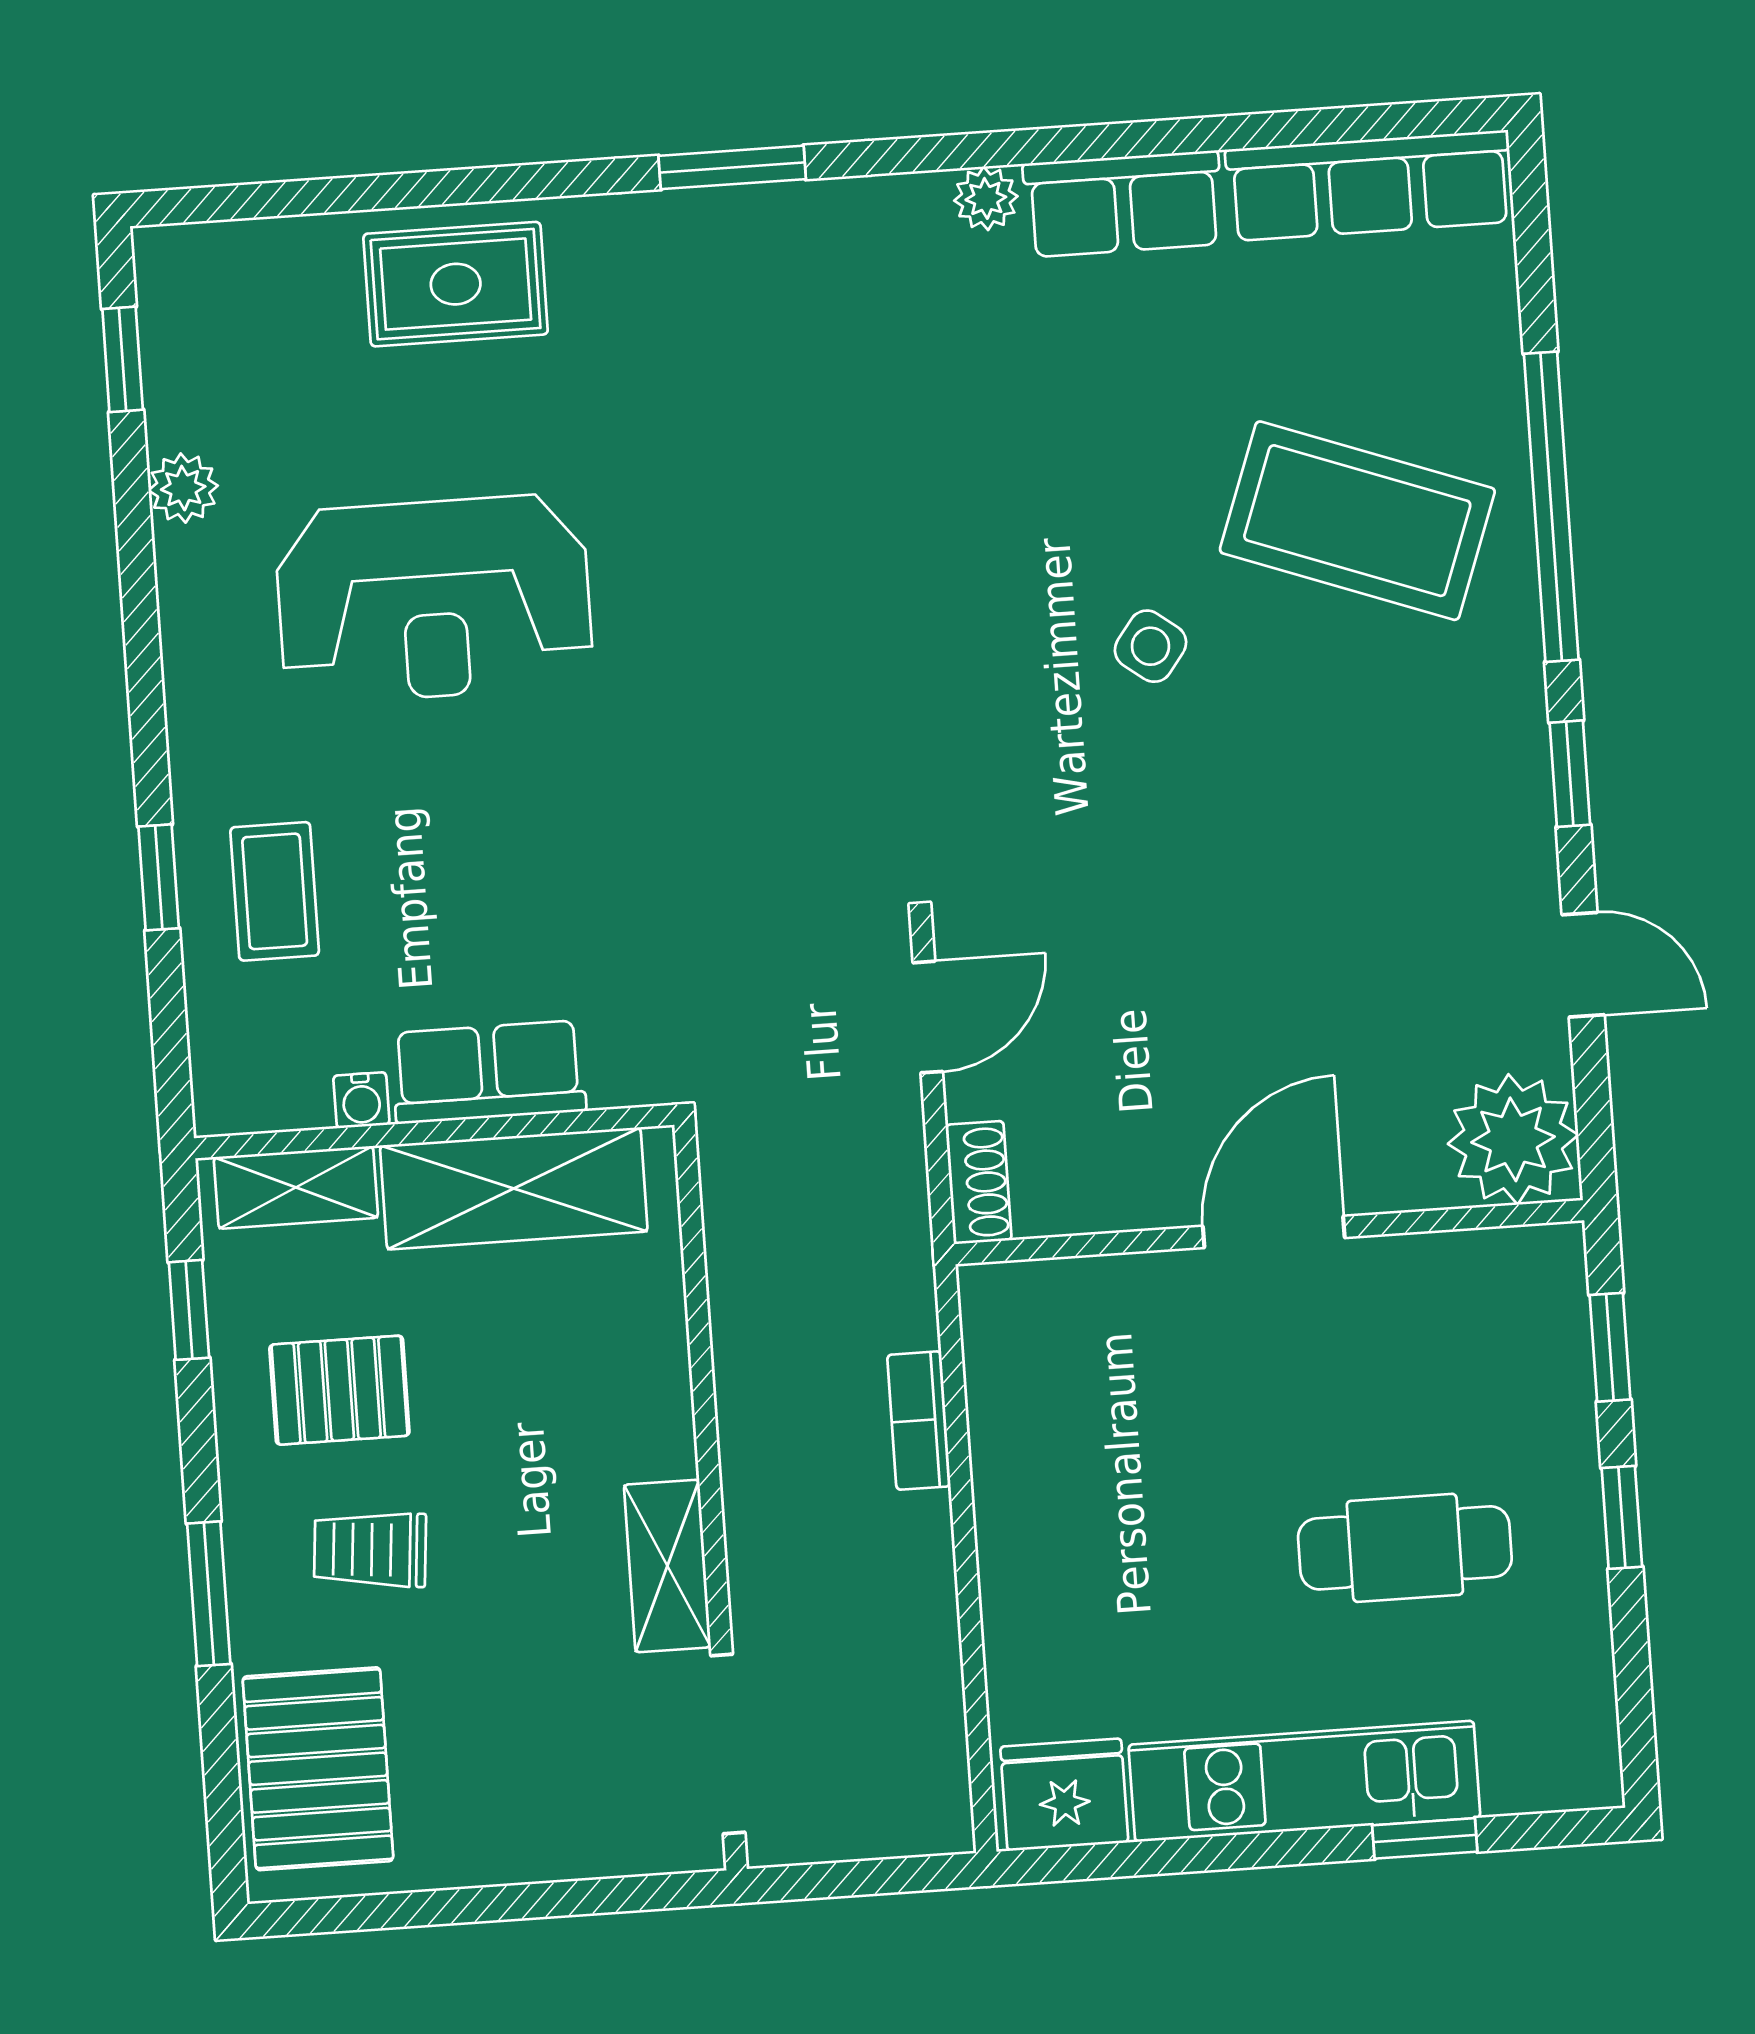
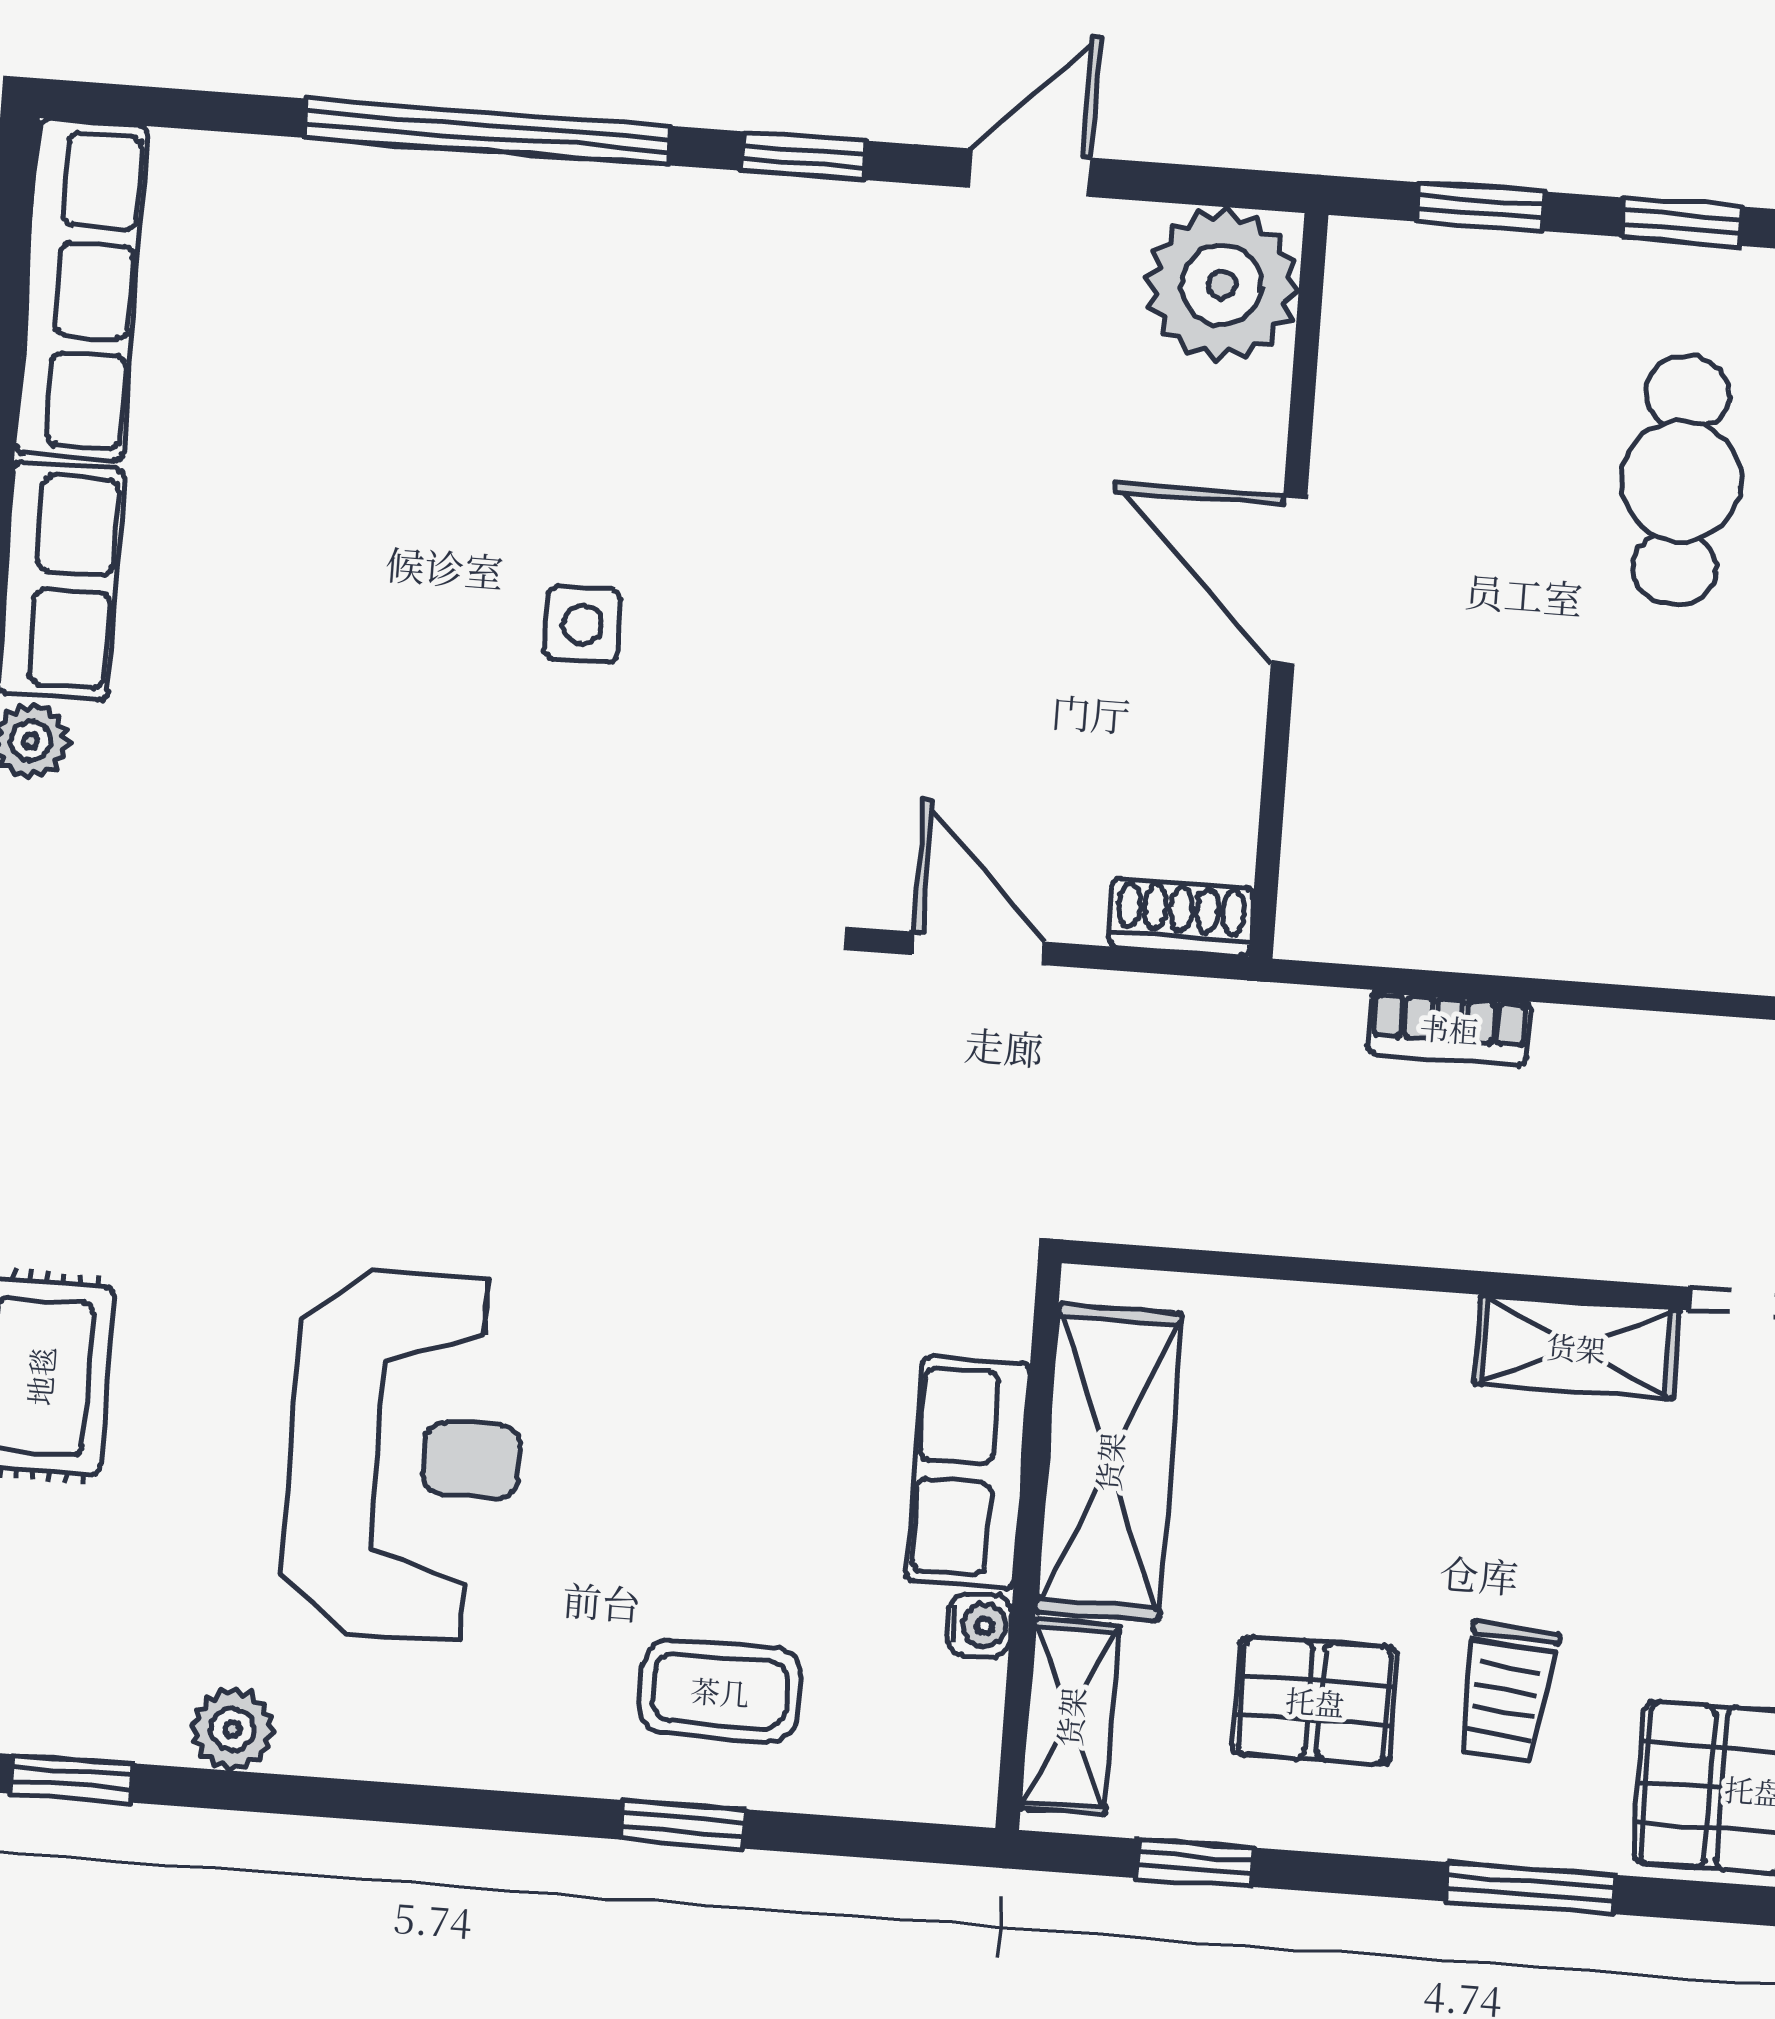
coffee table: (1357, 521) -> (471, 361), removed
side table: (1151, 646) -> (583, 625), turned -37
pallet: (339, 1390) -> (1315, 1701), turned 90

